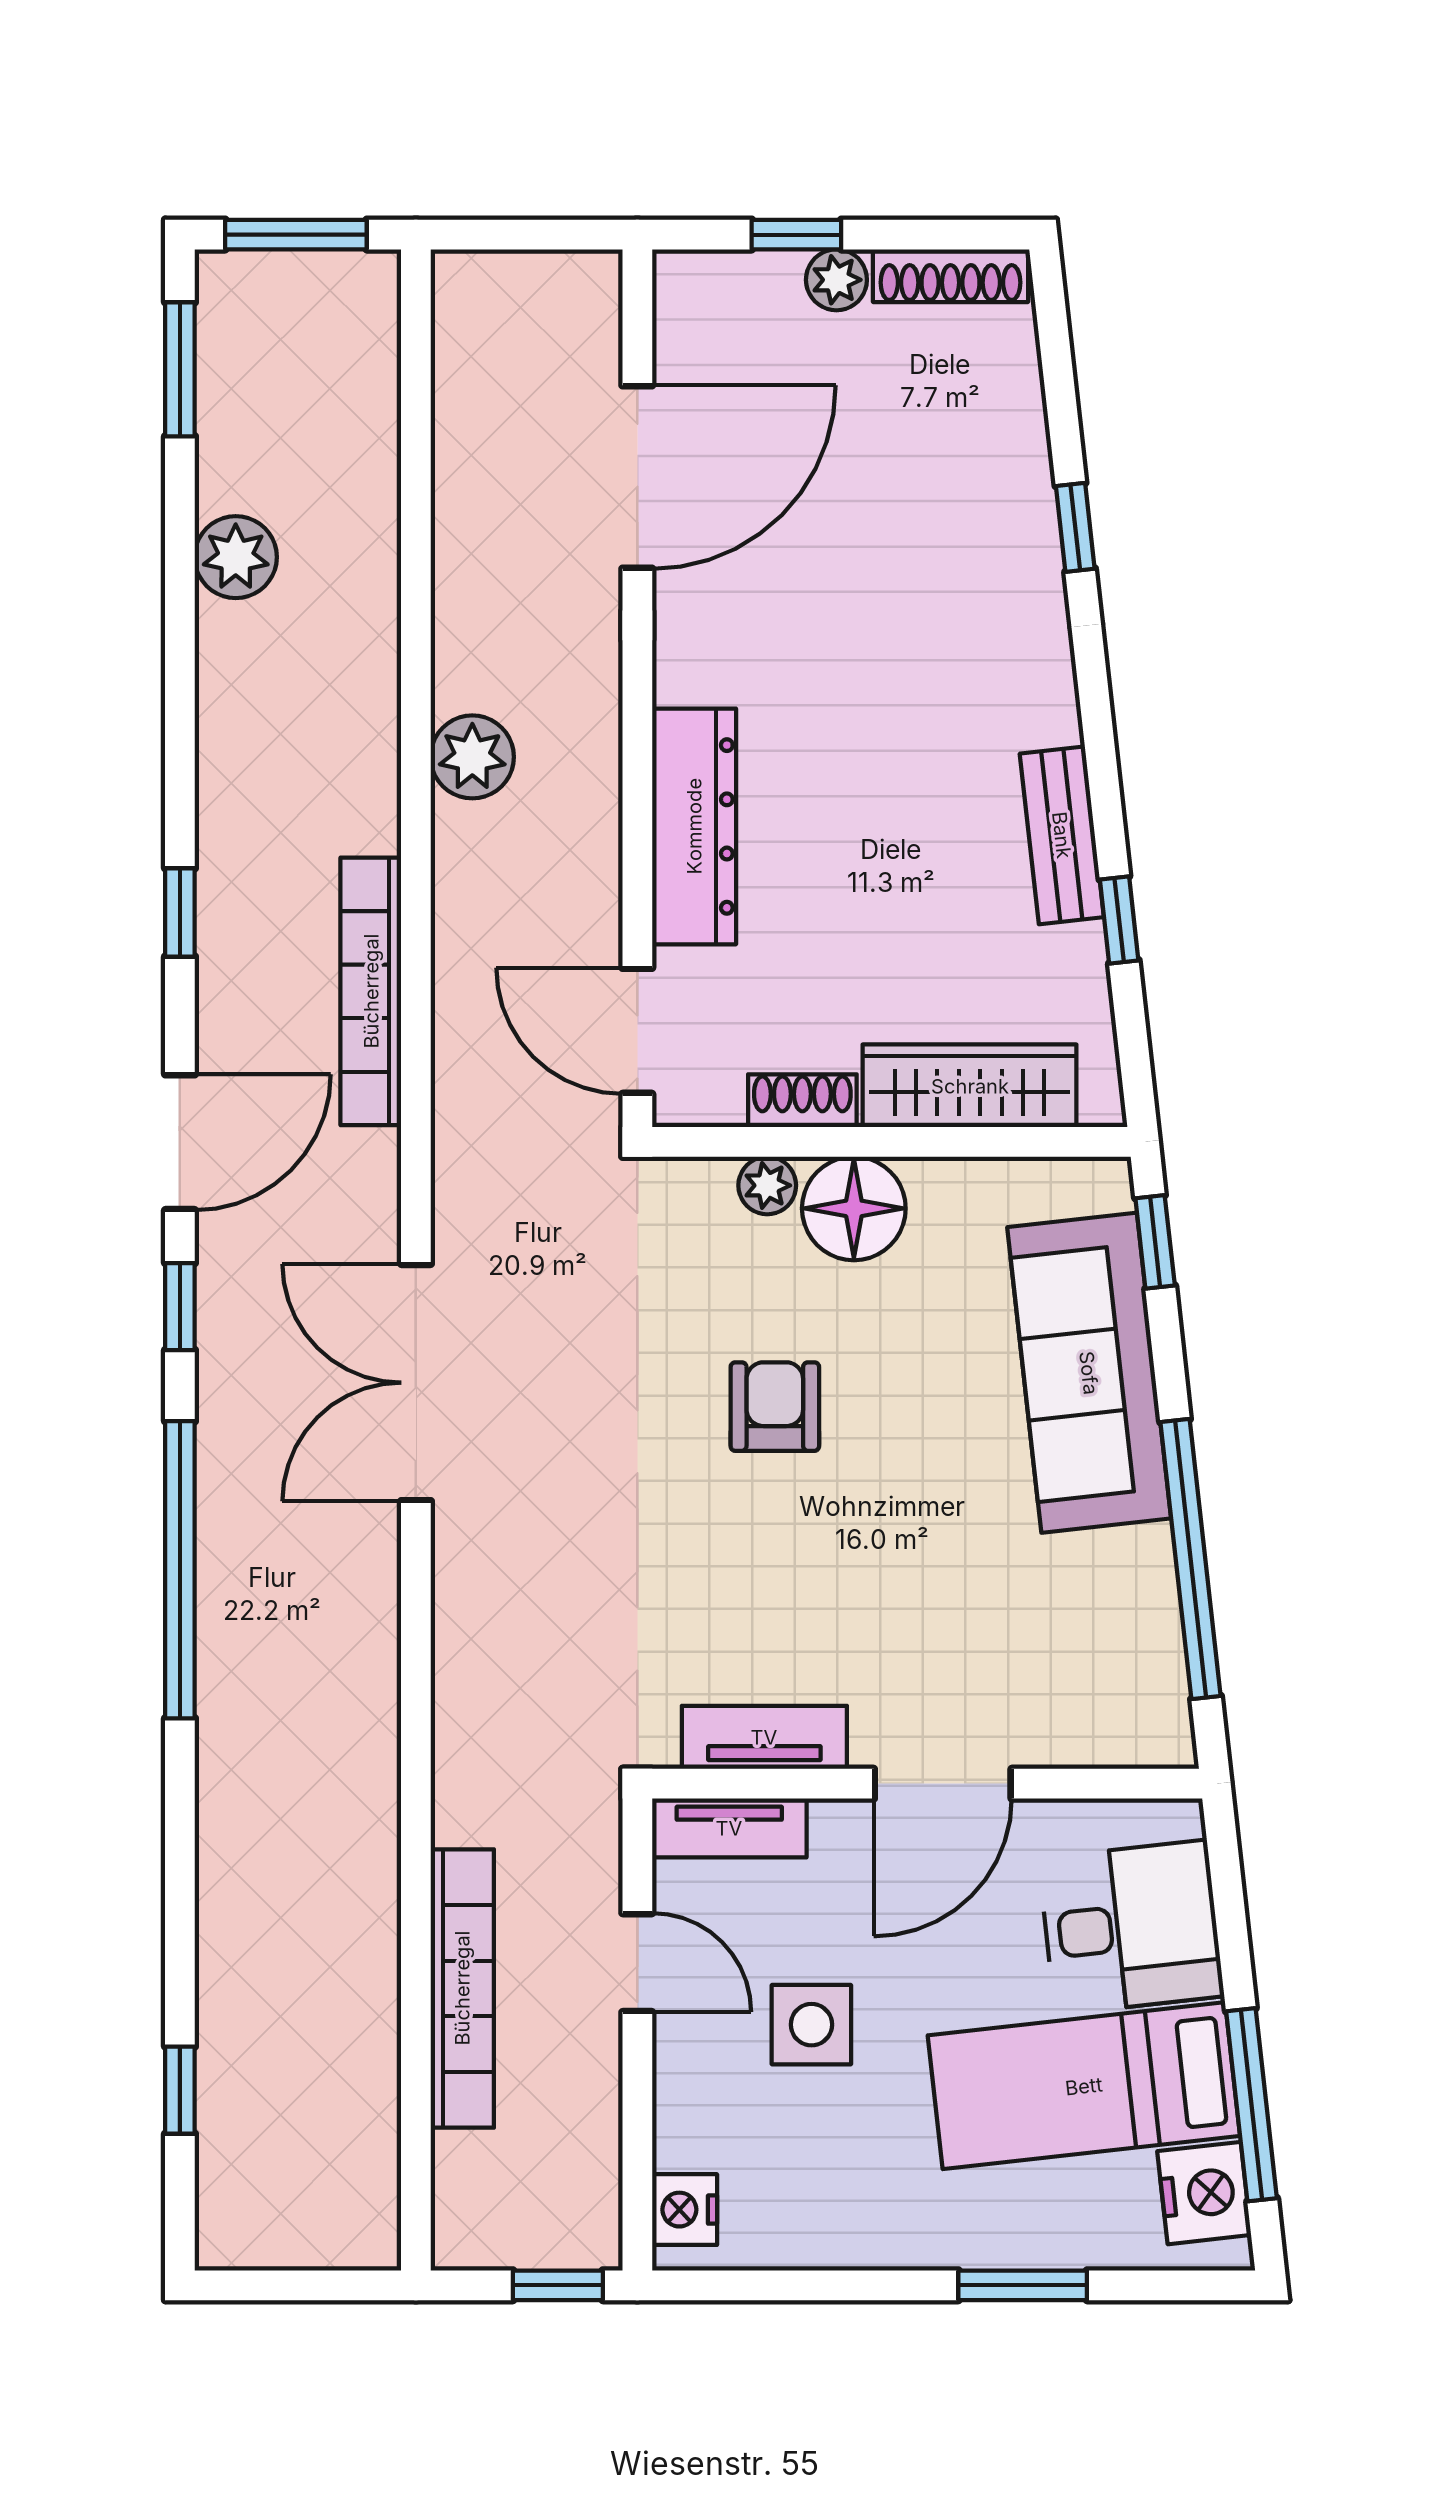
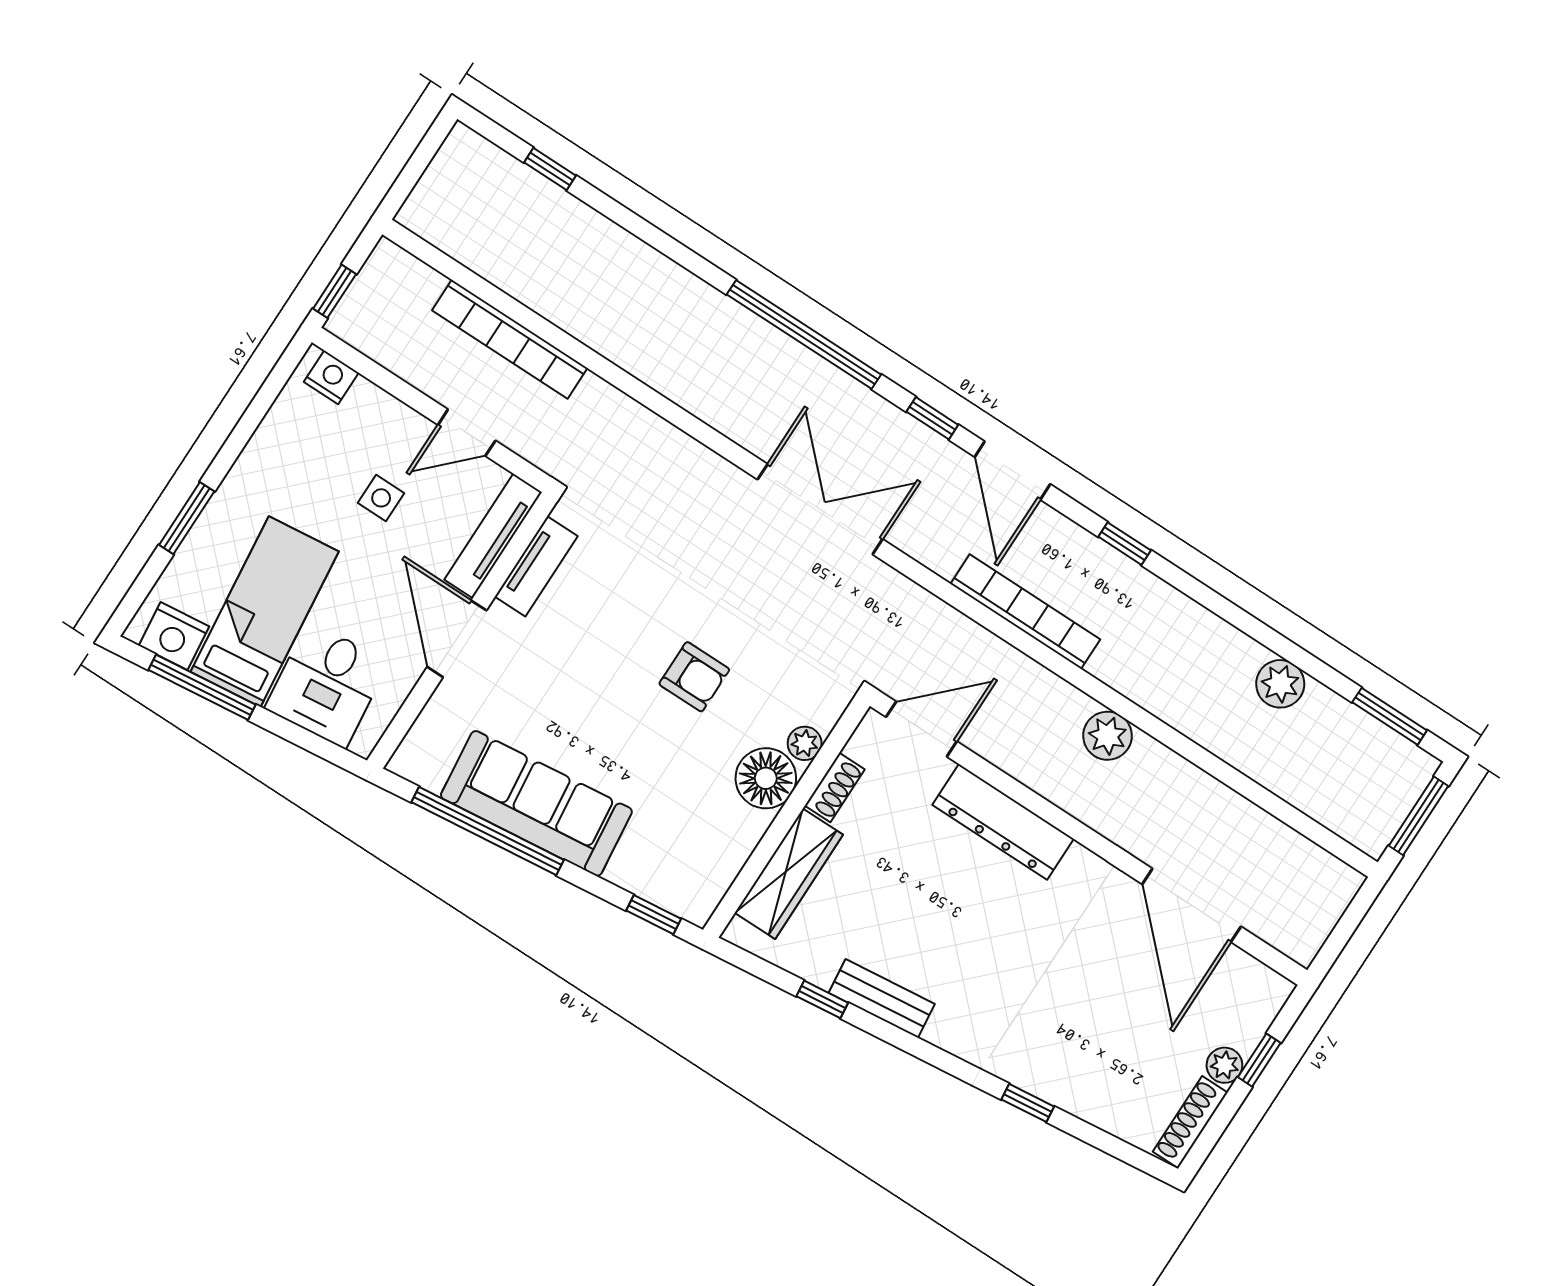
sofa: (1089, 1373) -> (536, 803), moved
tv unit: (729, 1828) -> (493, 536), width x1.41
side table: (811, 2025) -> (381, 498), width x0.73, depth x0.73

